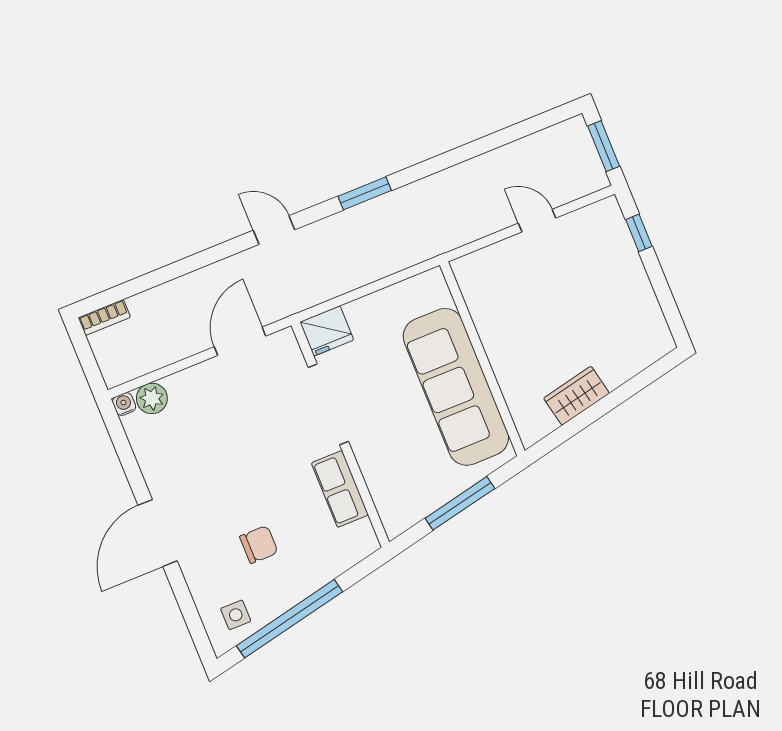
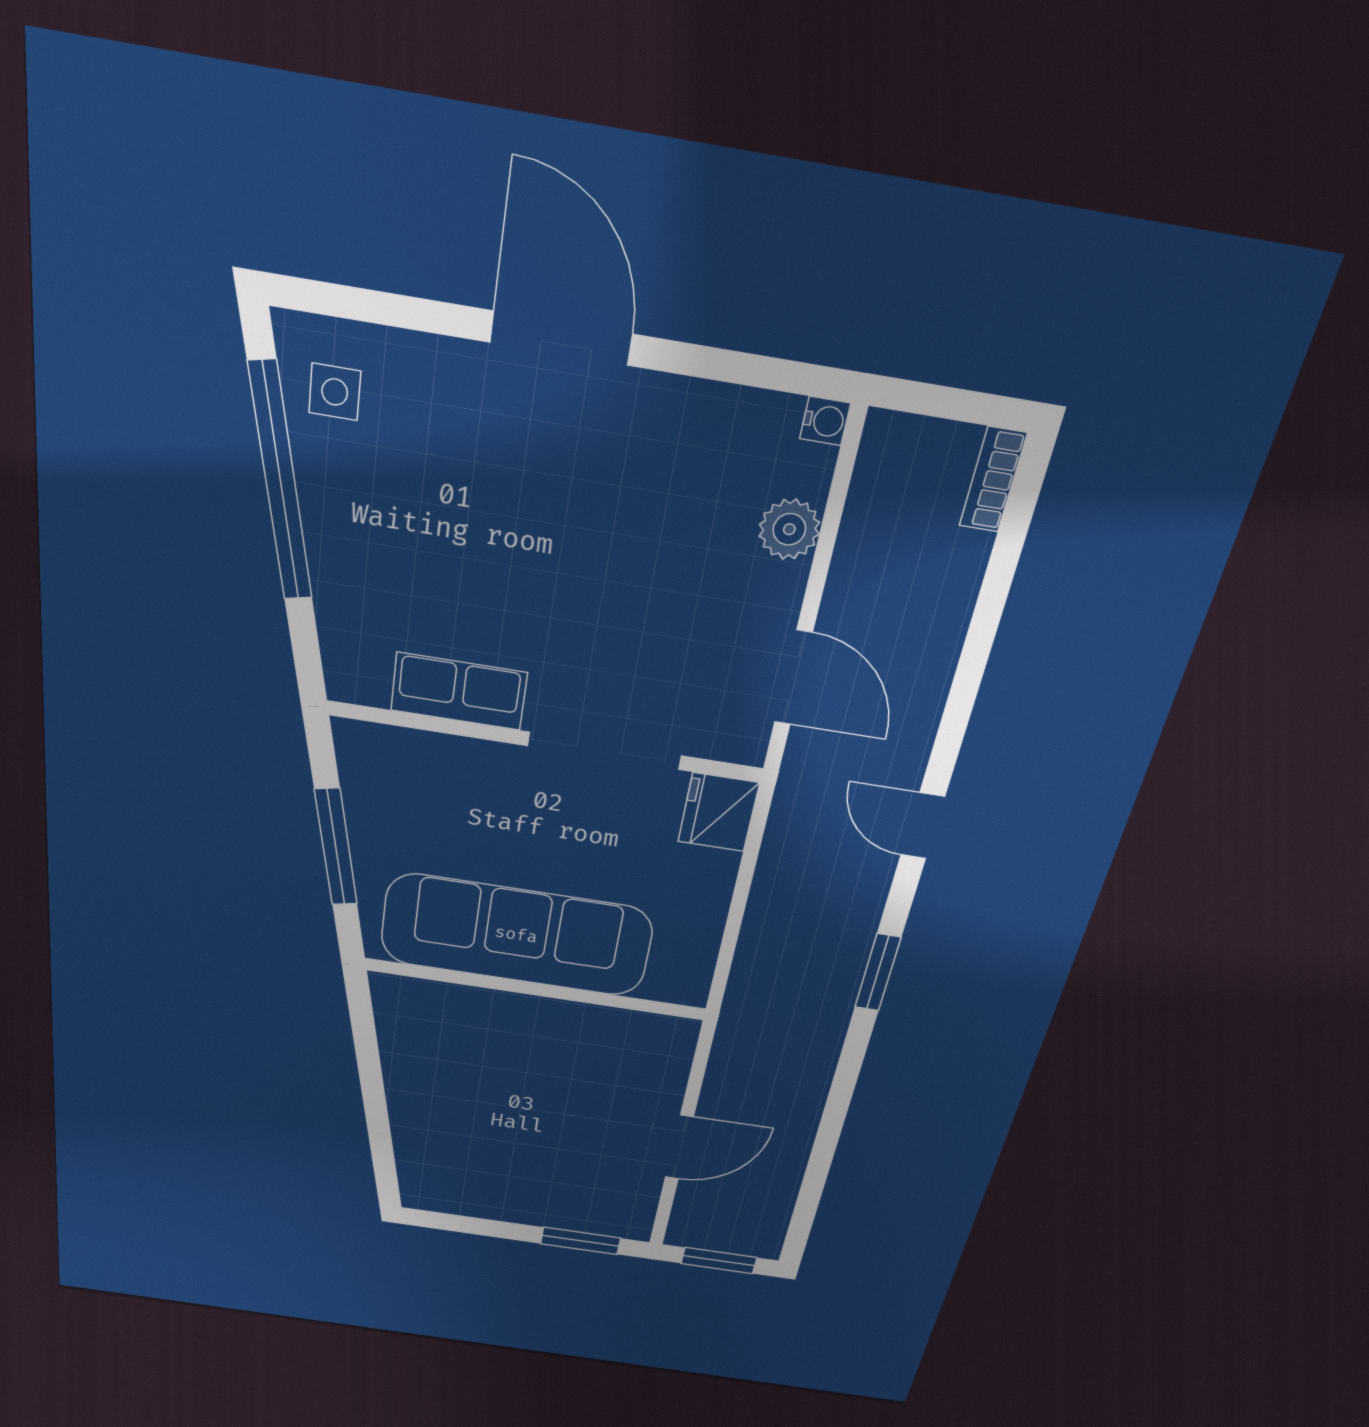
door: (537, 221) -> (679, 1147), width x1.38
door: (274, 230) -> (923, 826), swing flipped
window: (639, 233) -> (580, 1241), width x1.50
wardrobe: (576, 396) -> (408, 1070), removed
plant: (152, 398) -> (789, 529), moved
chair: (259, 544) -> (439, 508), removed

